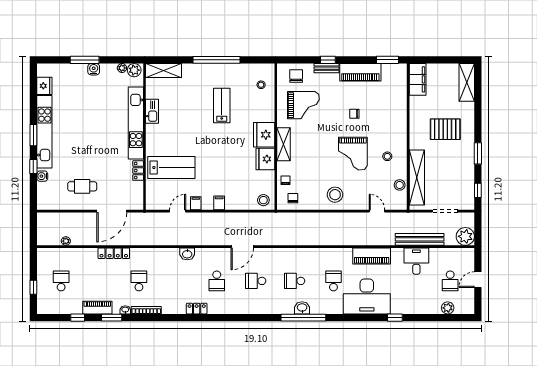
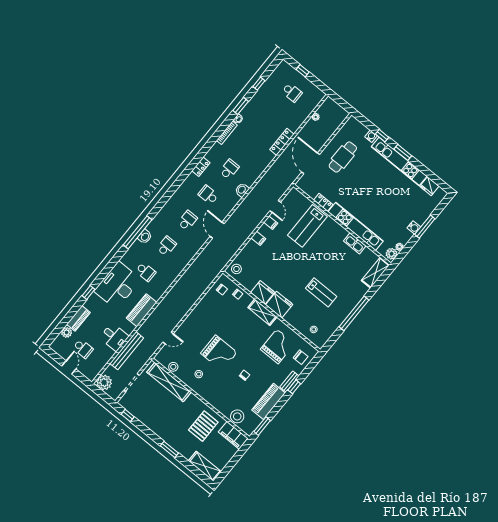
grand piano: (303, 105) -> (278, 346), turned 180
pallet: (445, 129) -> (203, 426), moved
window: (478, 153) -> (169, 449), moved
grand piano: (353, 154) -> (219, 353), turned 180
cafe table: (82, 186) -> (343, 157), width x1.37, depth x1.35
stool: (335, 195) -> (237, 416), moved
school desk: (139, 281) -> (229, 169), moved, turned -90
school desk: (450, 281) -> (83, 349), turned 180
piano: (97, 308) -> (78, 318), moved

